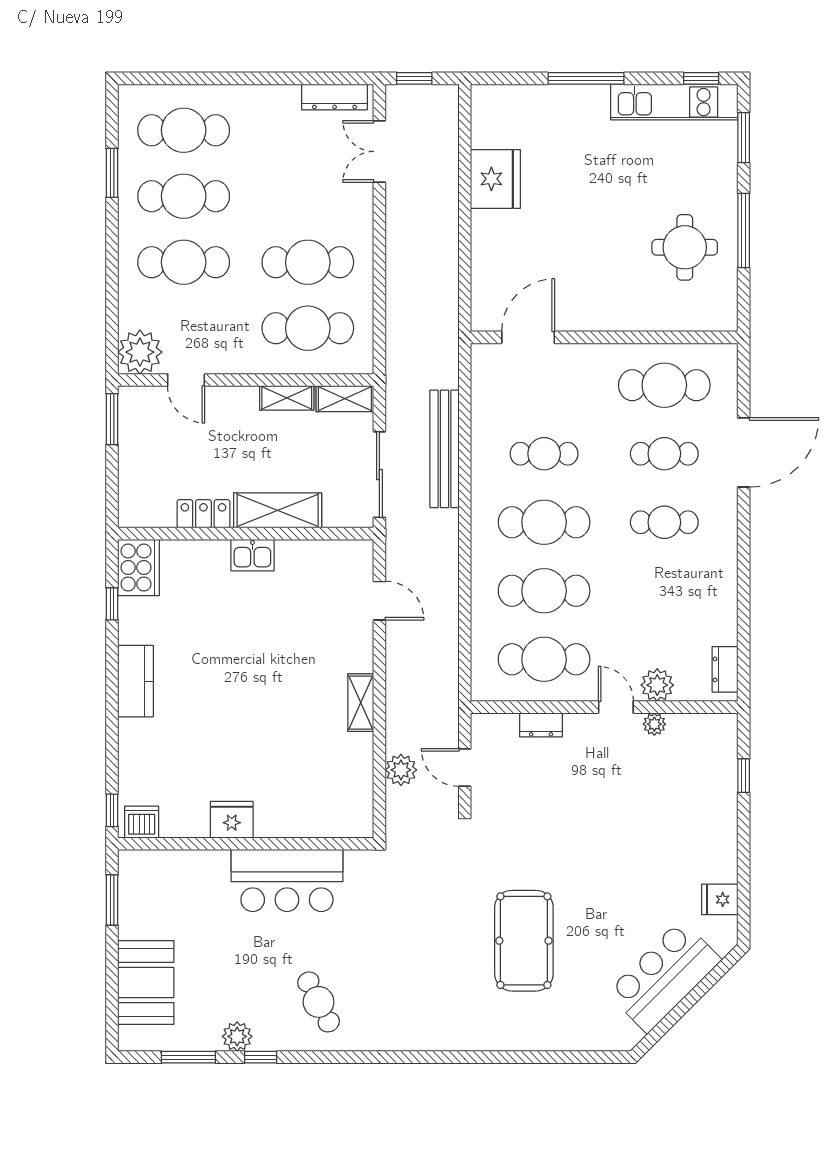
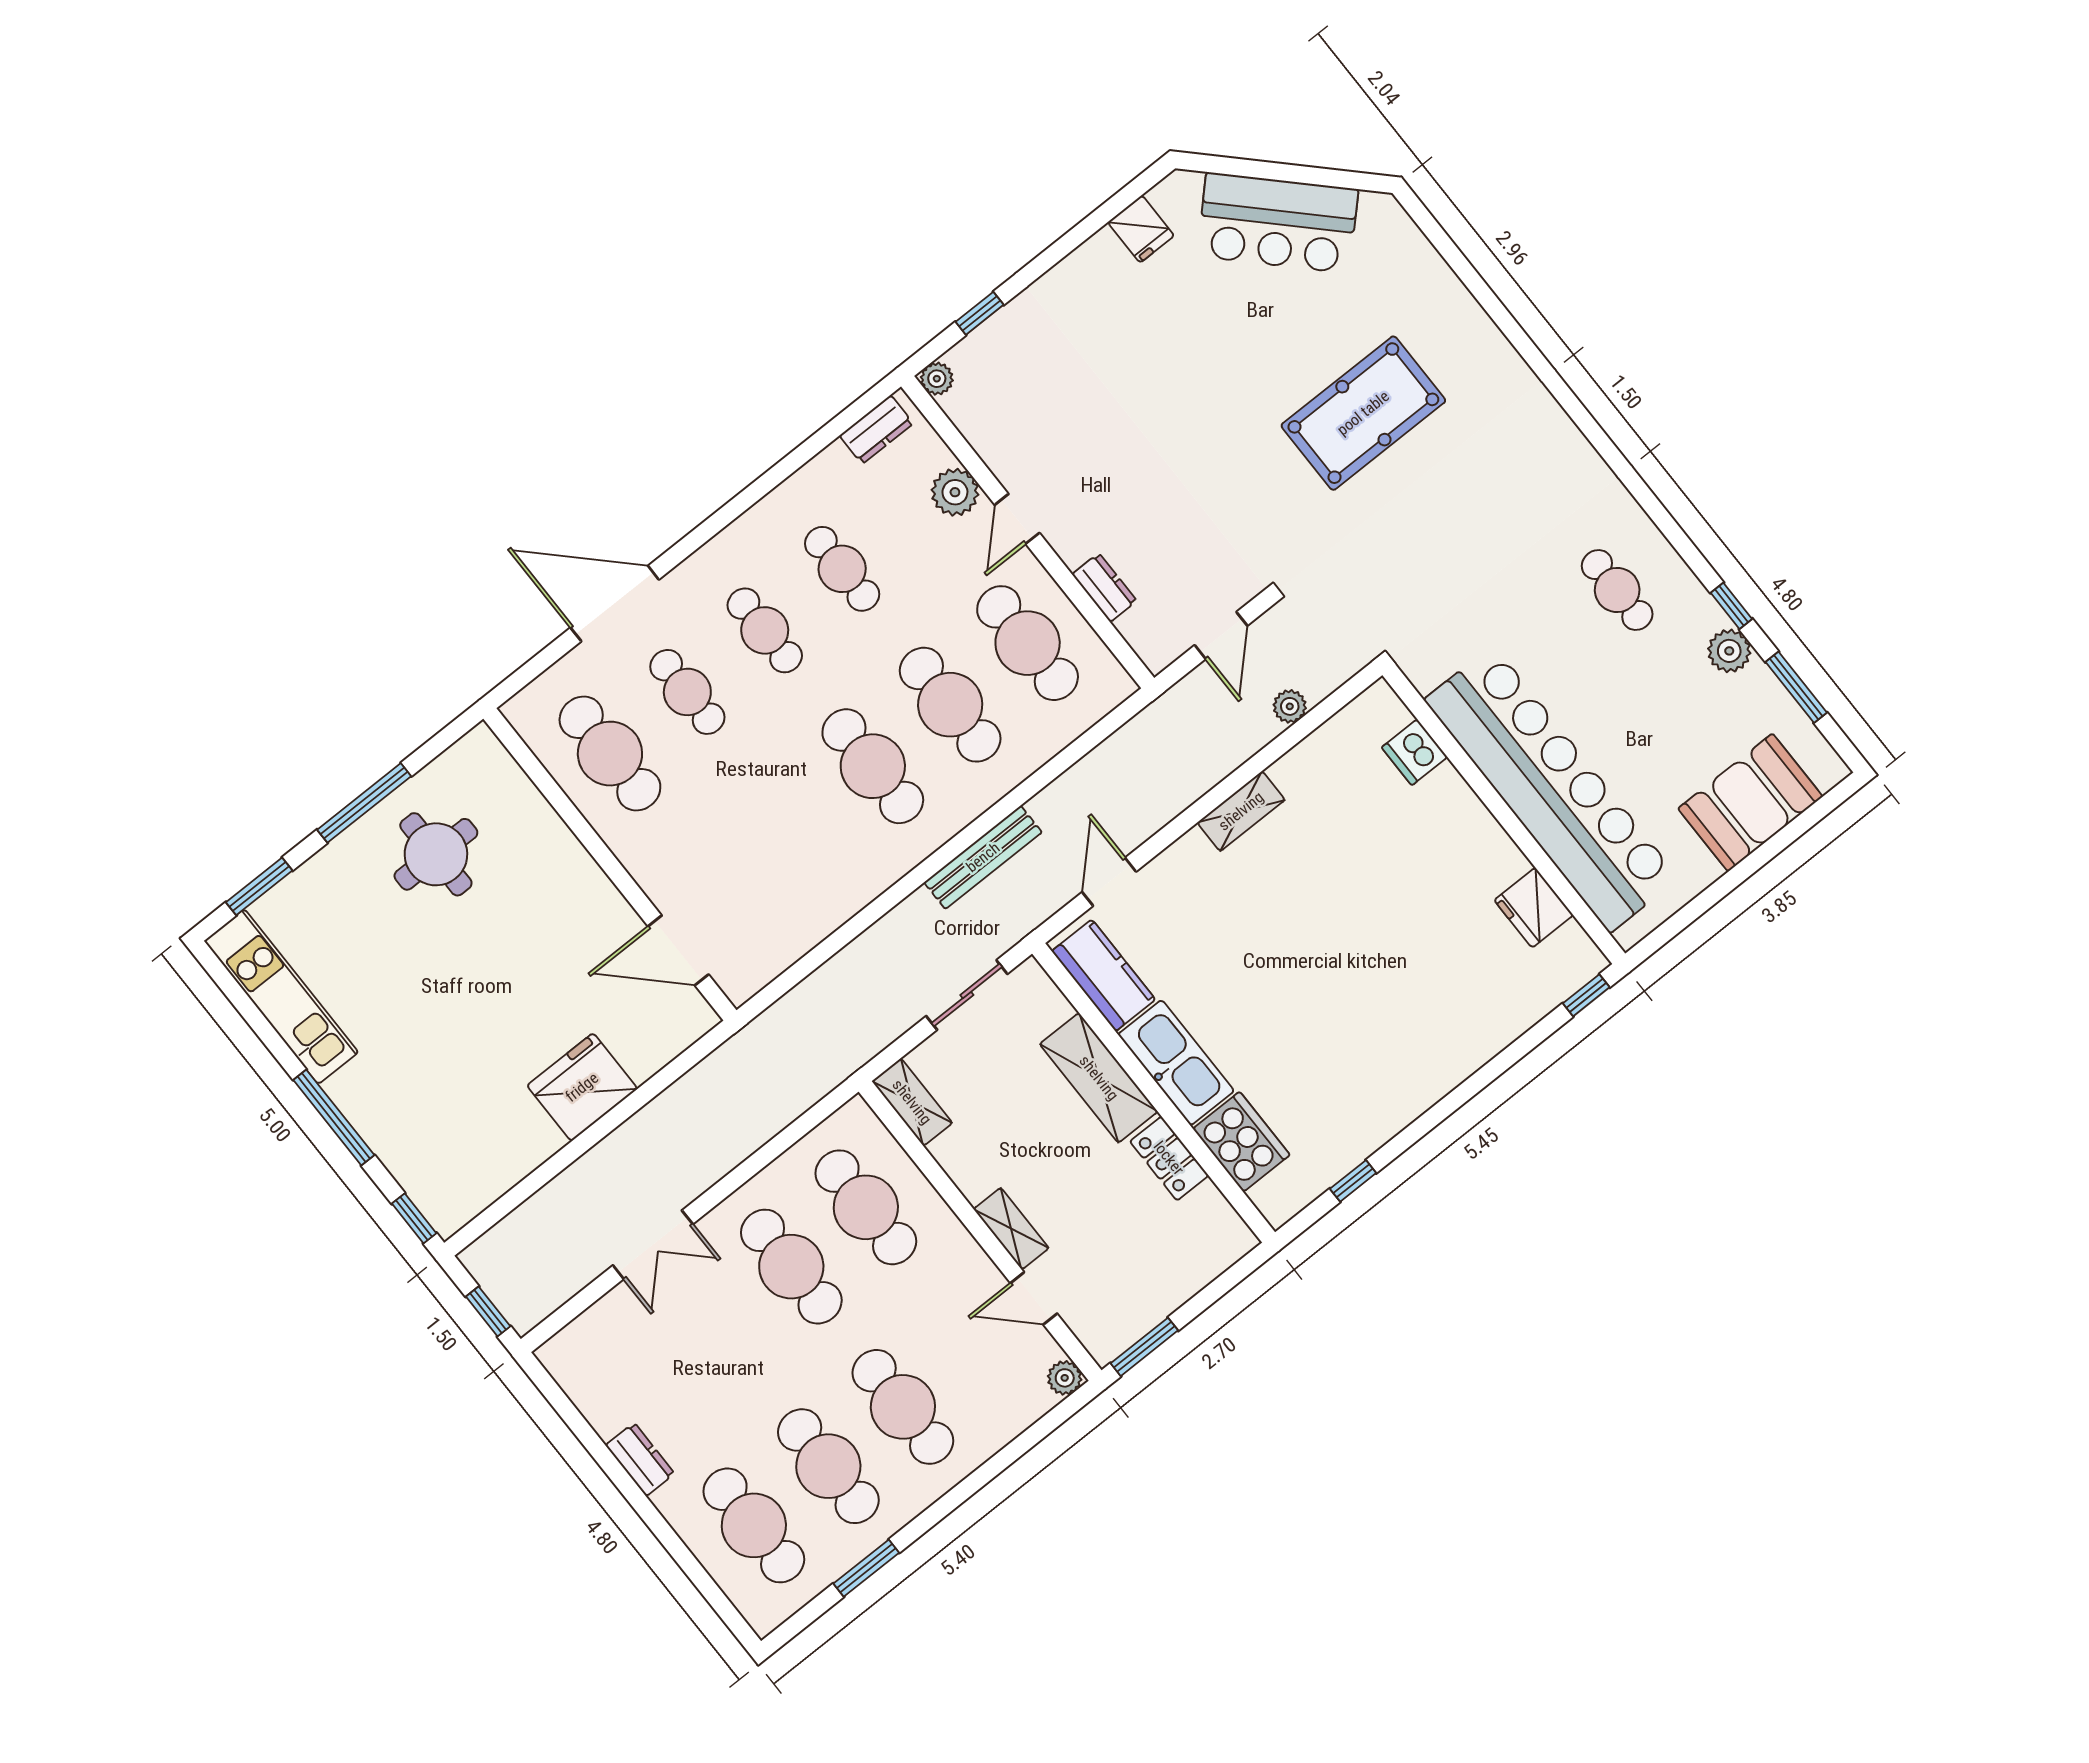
window: (701, 78) -> (414, 1218), moved
dresser: (335, 97) -> (640, 1459), moved, width x0.70
double door: (379, 151) -> (653, 1245), moved
fridge: (495, 179) -> (582, 1087), moved
plant: (140, 352) -> (1065, 1378), width x0.53, depth x0.53
door: (186, 380) -> (1034, 1298), swing flipped
shelving: (287, 398) -> (1011, 1229), moved
bench: (445, 449) -> (983, 857), moved, width x0.73, depth x0.82
cafe table: (544, 454) -> (842, 569), moved
sliding door: (379, 475) -> (967, 995), width x0.73
kitchen sink: (252, 555) -> (1176, 1063), width x1.88, depth x1.24
cooker: (138, 567) -> (1241, 1142), moved, turned 90
kitchen counter: (136, 681) -> (1104, 975), moved, turned 90
plant: (654, 724) -> (937, 379), moved
plant: (401, 770) -> (1290, 706), width x0.73, depth x0.73
fridge: (232, 820) -> (1534, 908), moved
dishwasher: (142, 822) -> (1415, 752), moved
bar counter: (287, 880) -> (1551, 789), width x1.86
window: (112, 900) -> (1688, 915), removed
cafe table: (319, 1002) -> (1617, 590), turned -63

